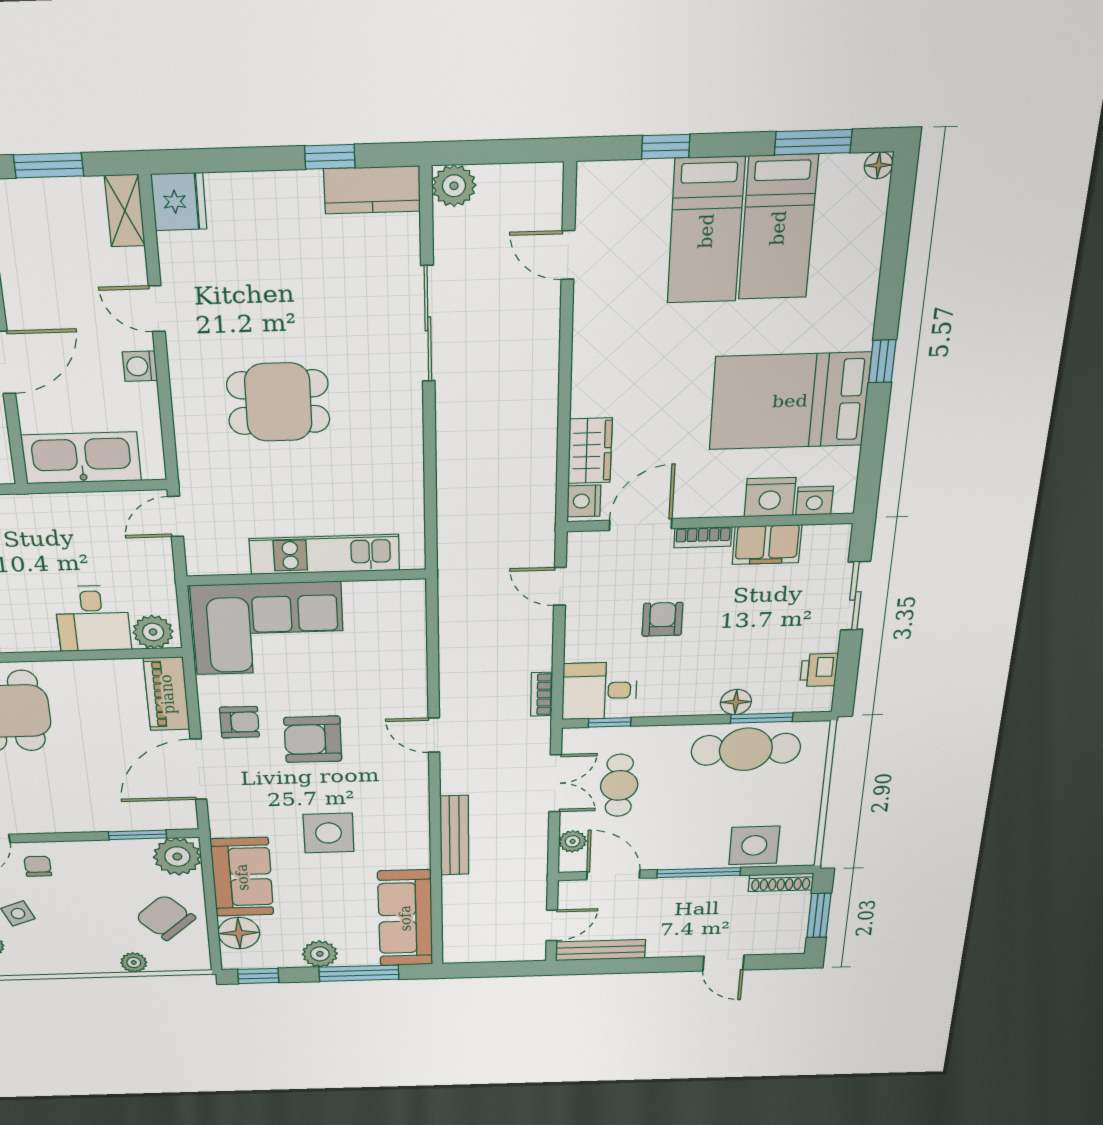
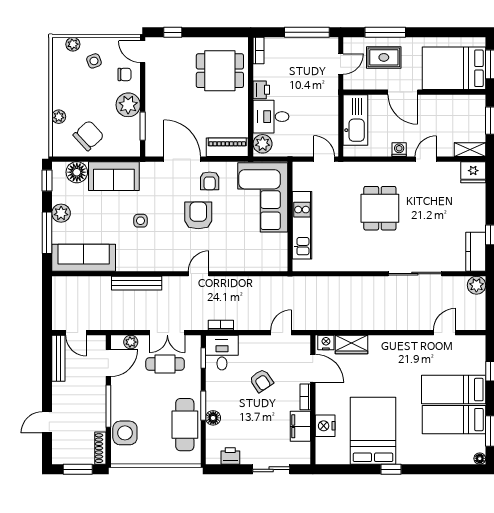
nightstand: (815, 501) -> (323, 446), removed
armchair: (662, 619) -> (261, 381), turned 56
printer: (37, 638) -> (261, 90), added
window: (762, 718) -> (203, 406), moved
side table: (328, 833) -> (141, 221), width x0.54, depth x0.54
plant: (177, 857) -> (128, 105), moved

